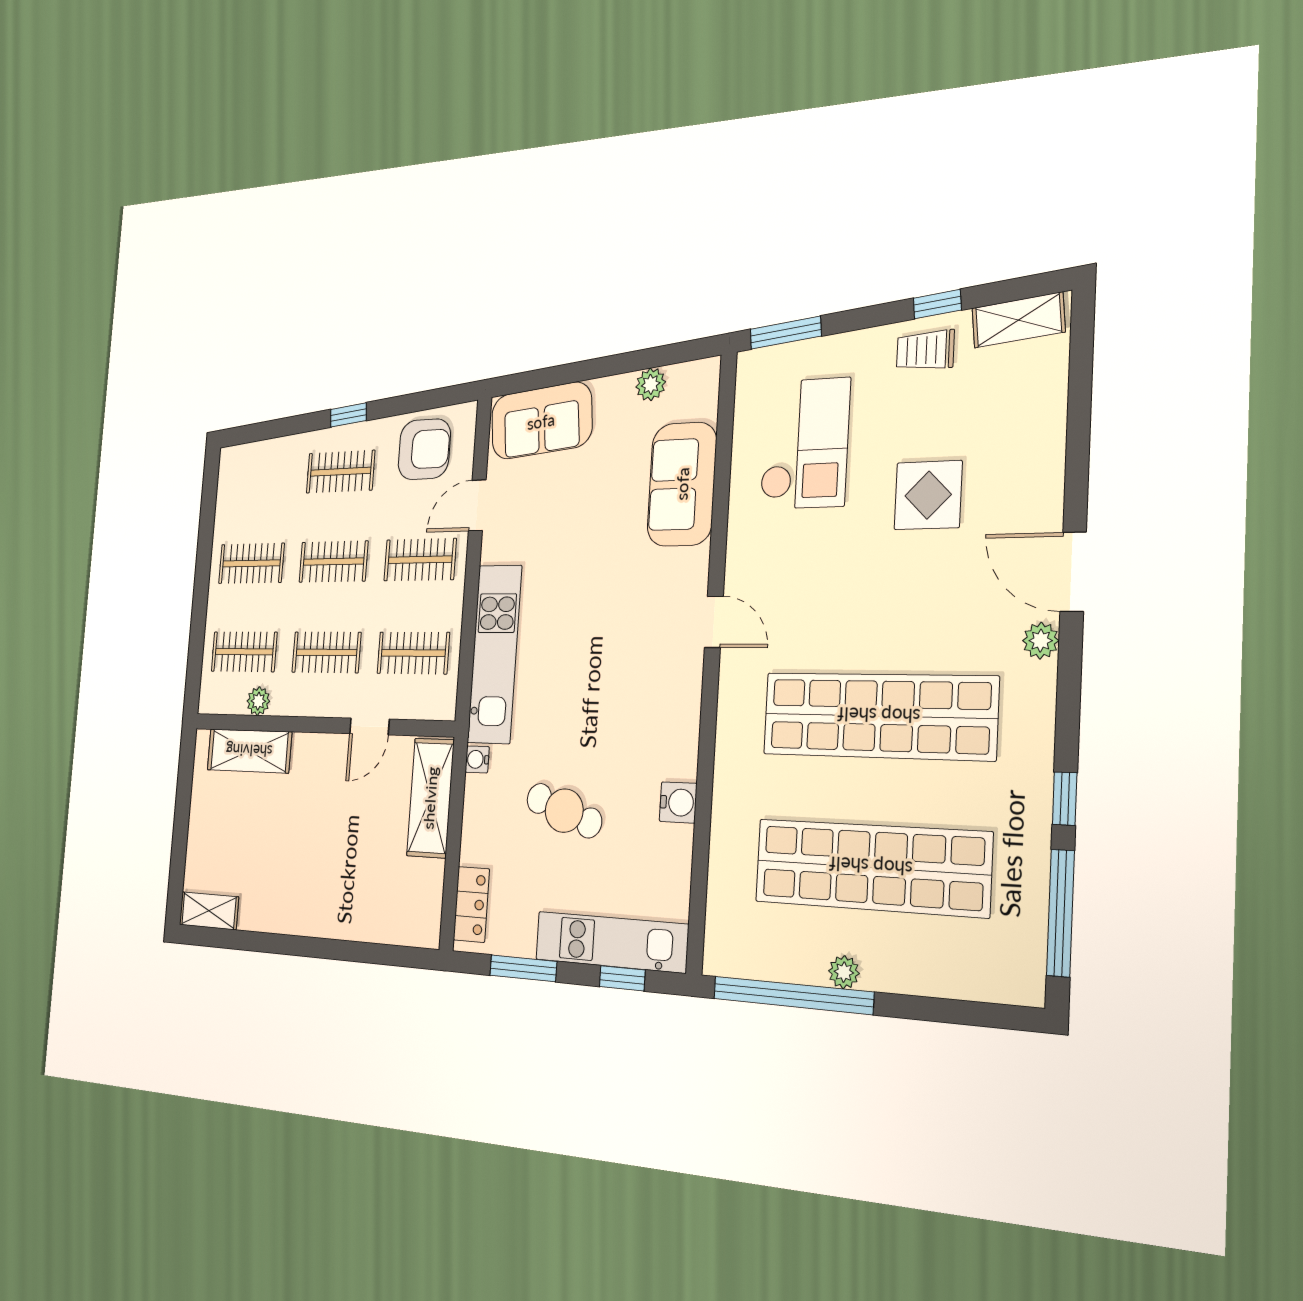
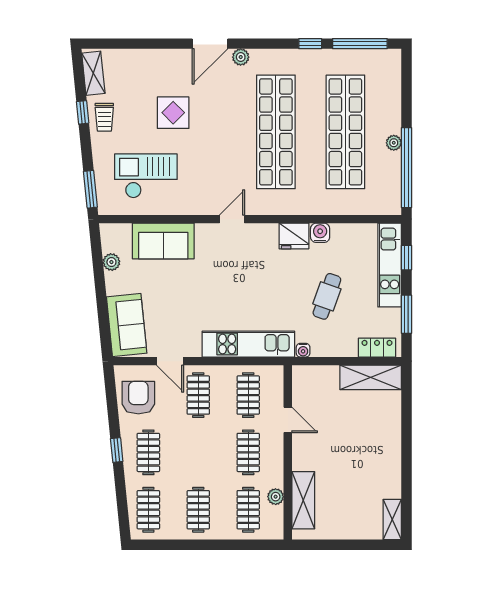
clothes rail: (333, 562) -> (148, 510), moved
fridge: (675, 748) -> (294, 236), added
shelving: (430, 798) -> (371, 377), moved

